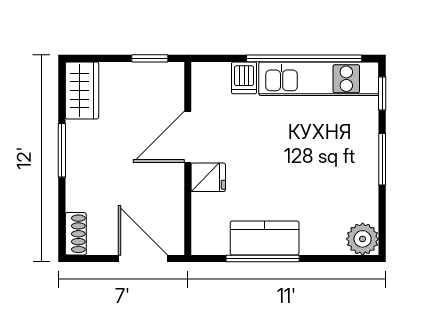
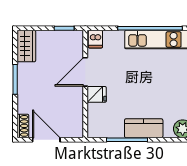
dishwasher: (244, 78) -> (95, 39), moved
kitchen counter: (265, 238) -> (144, 128), moved
door: (143, 259) -> (46, 140), moved

